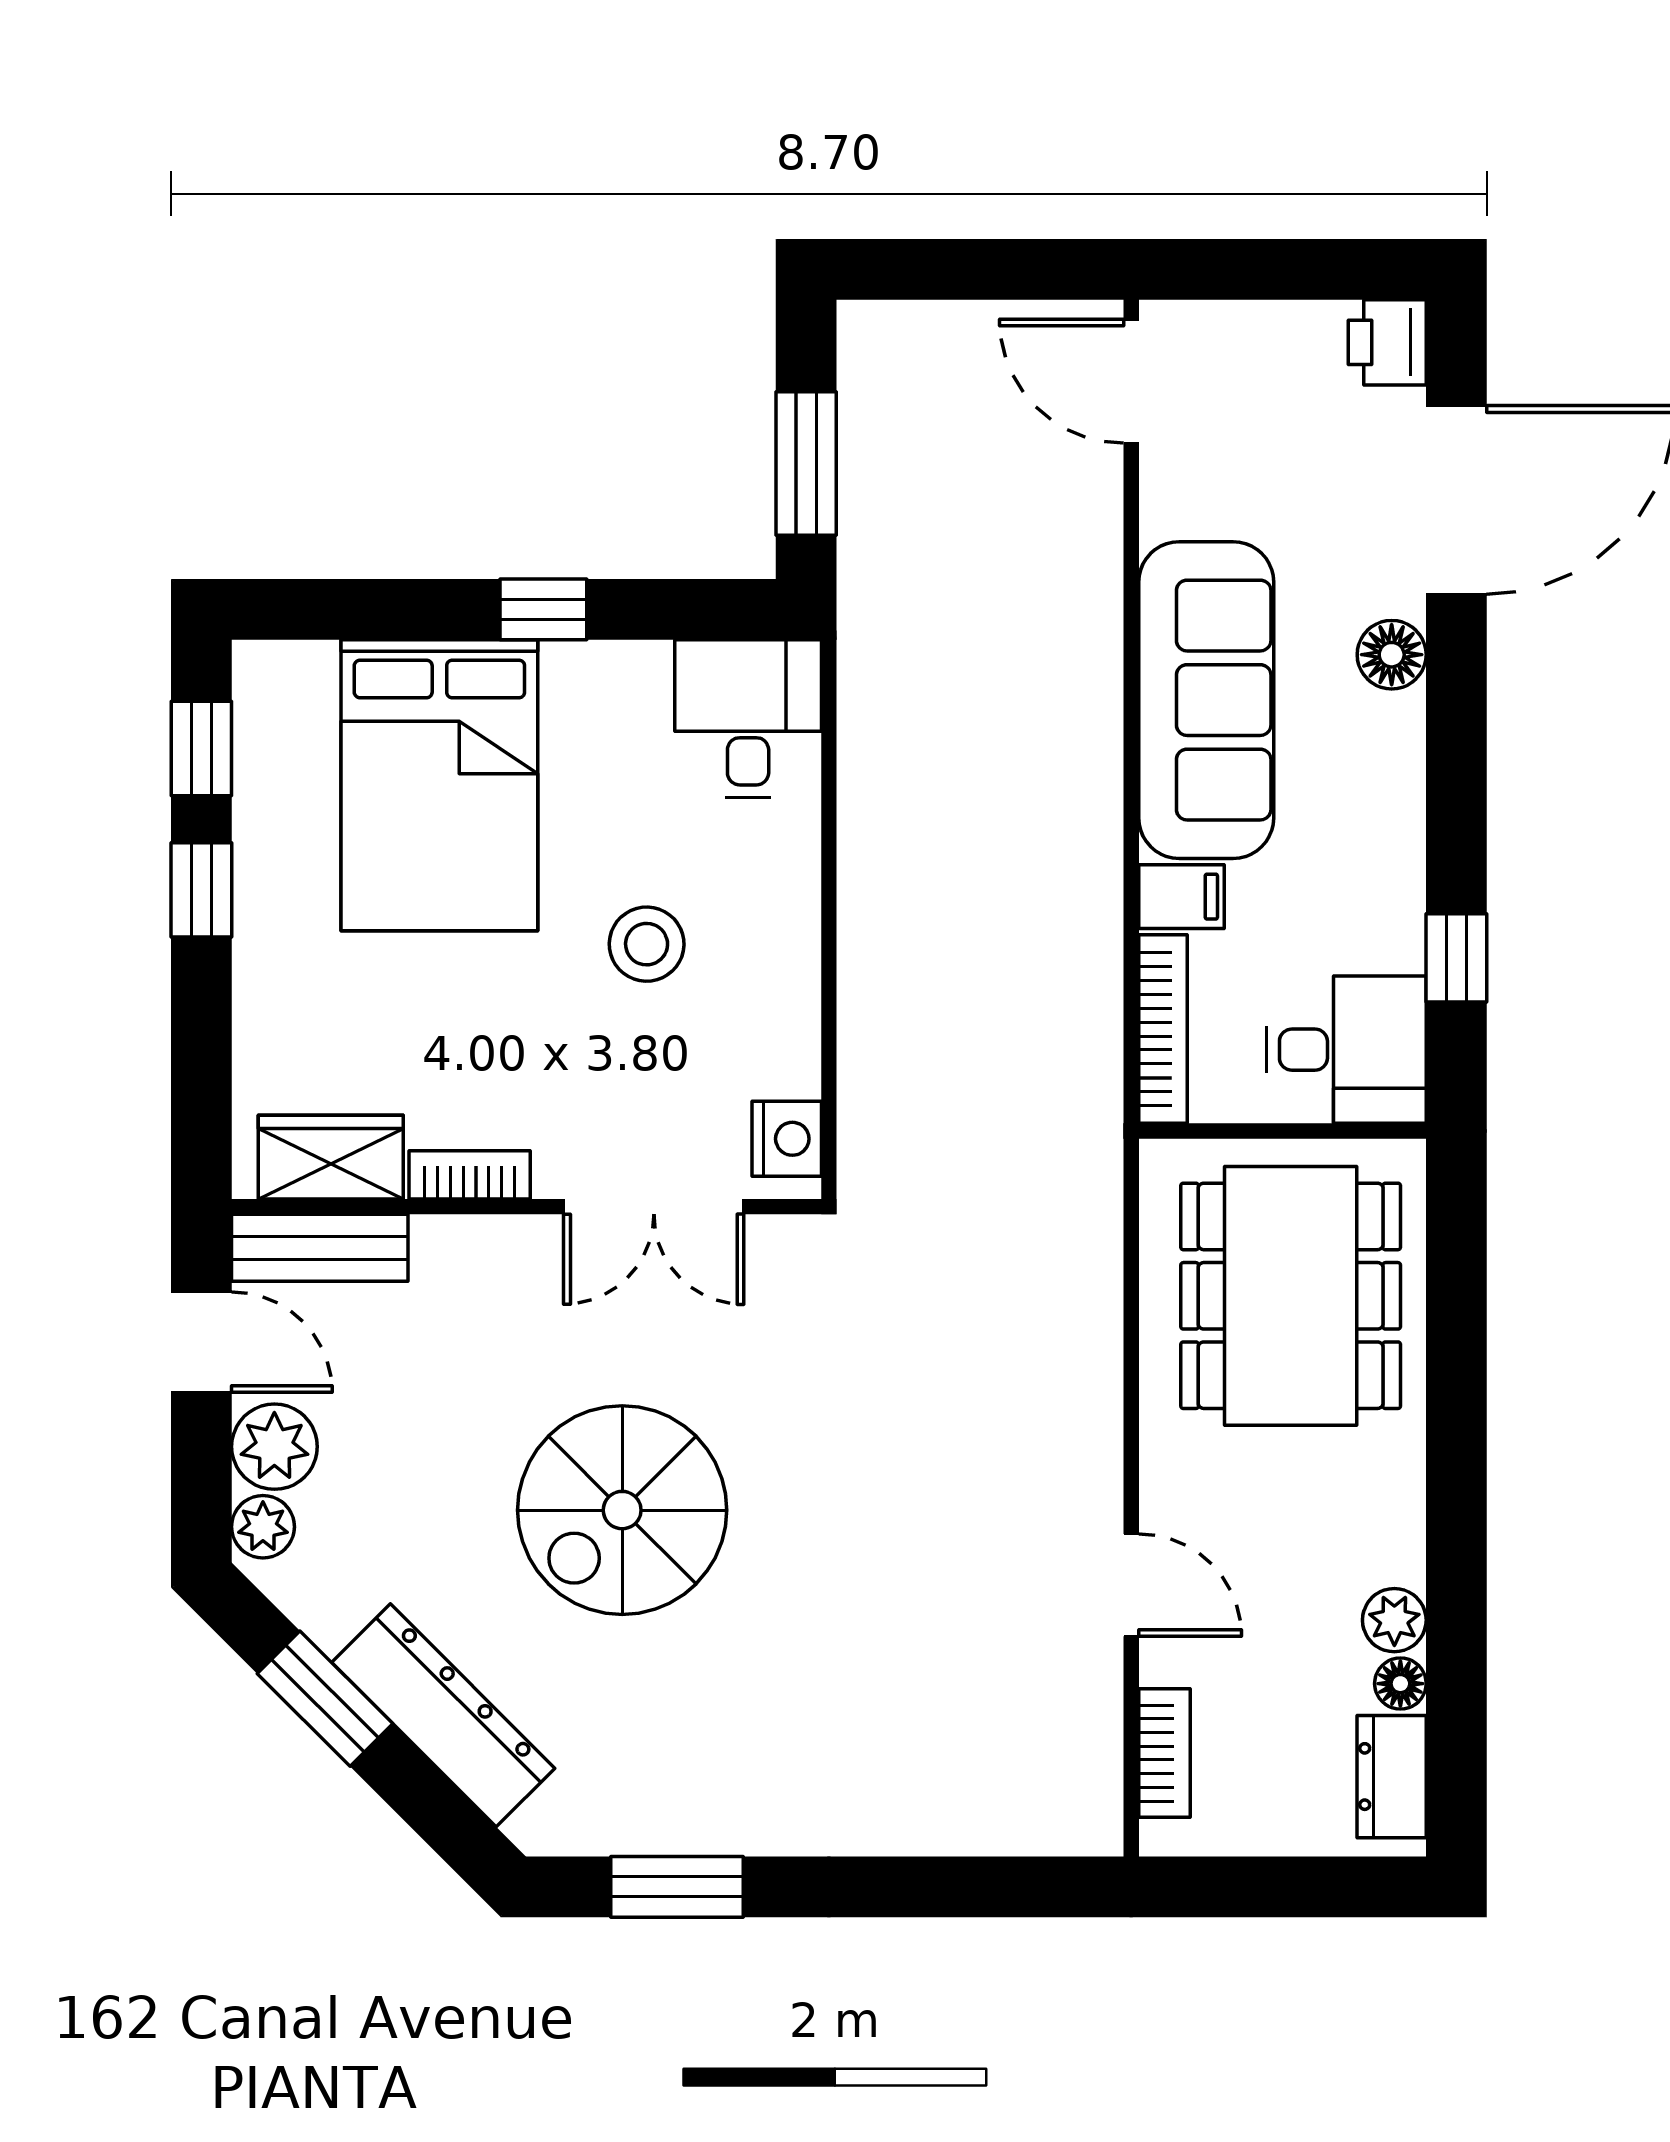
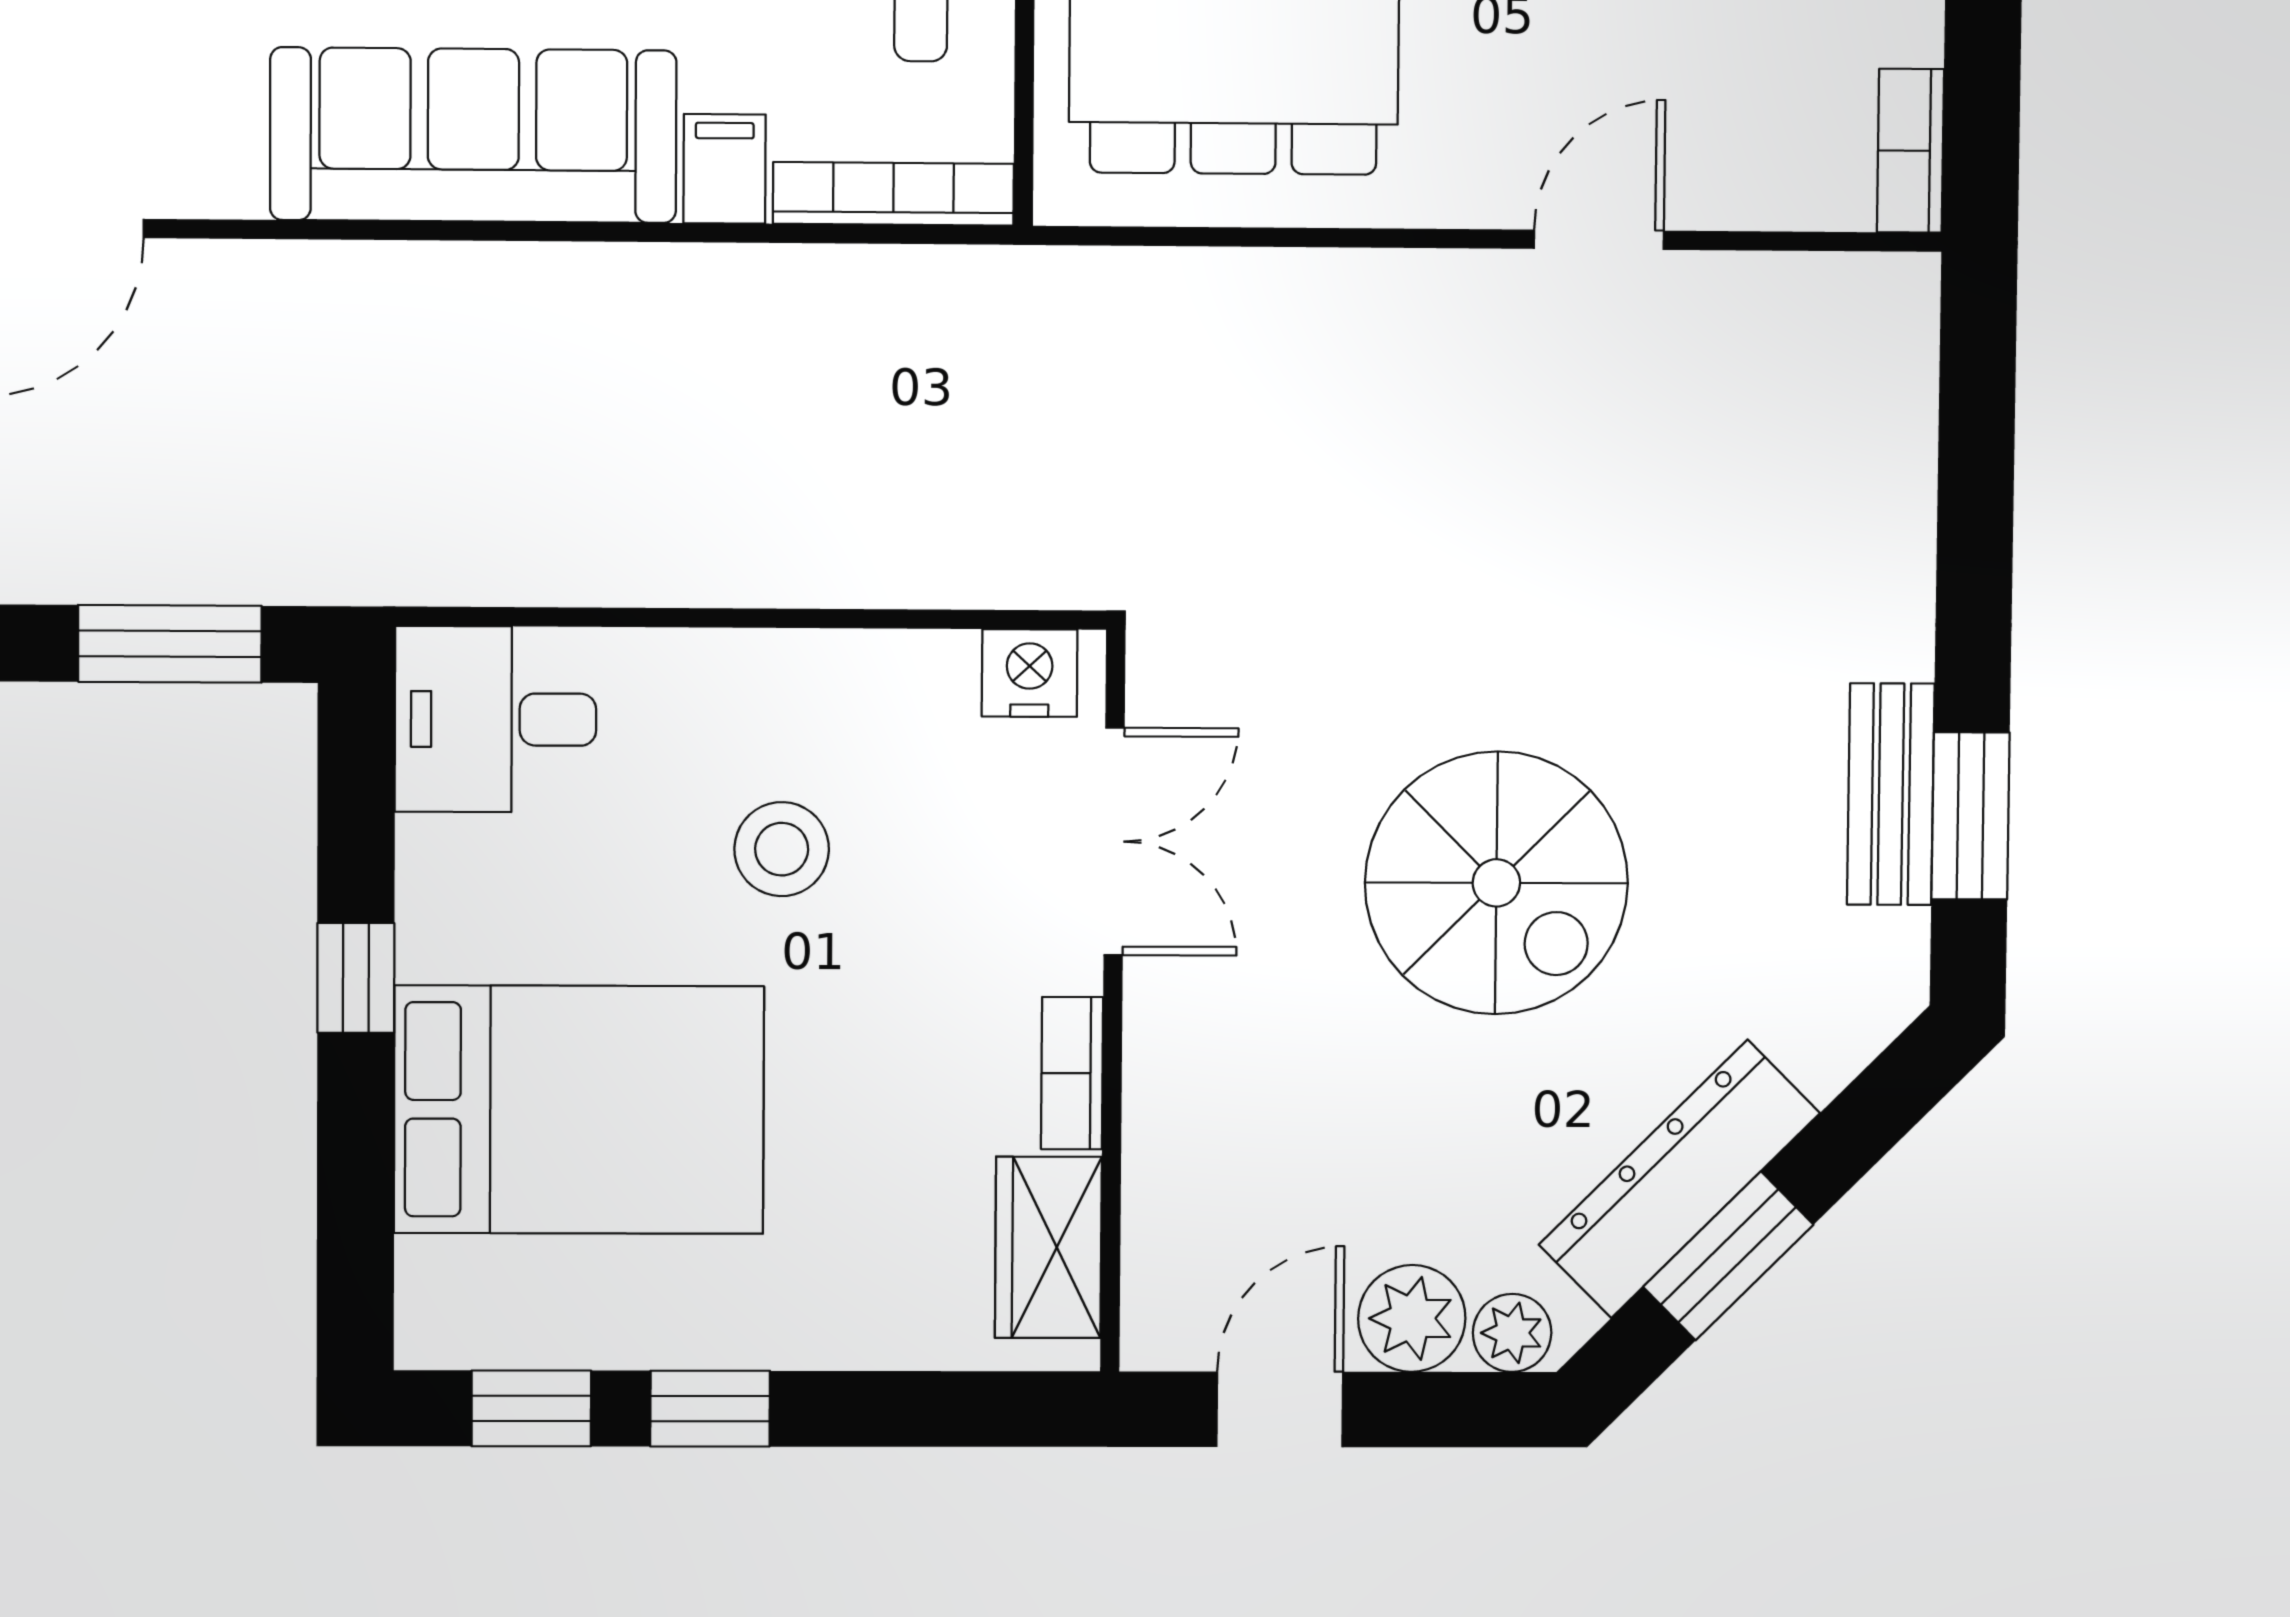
bench: (320, 1248) -> (1891, 794), moved
dresser: (443, 1715) -> (1679, 1179), moved
bookcase: (1165, 1753) -> (1910, 151), moved, turned -90

